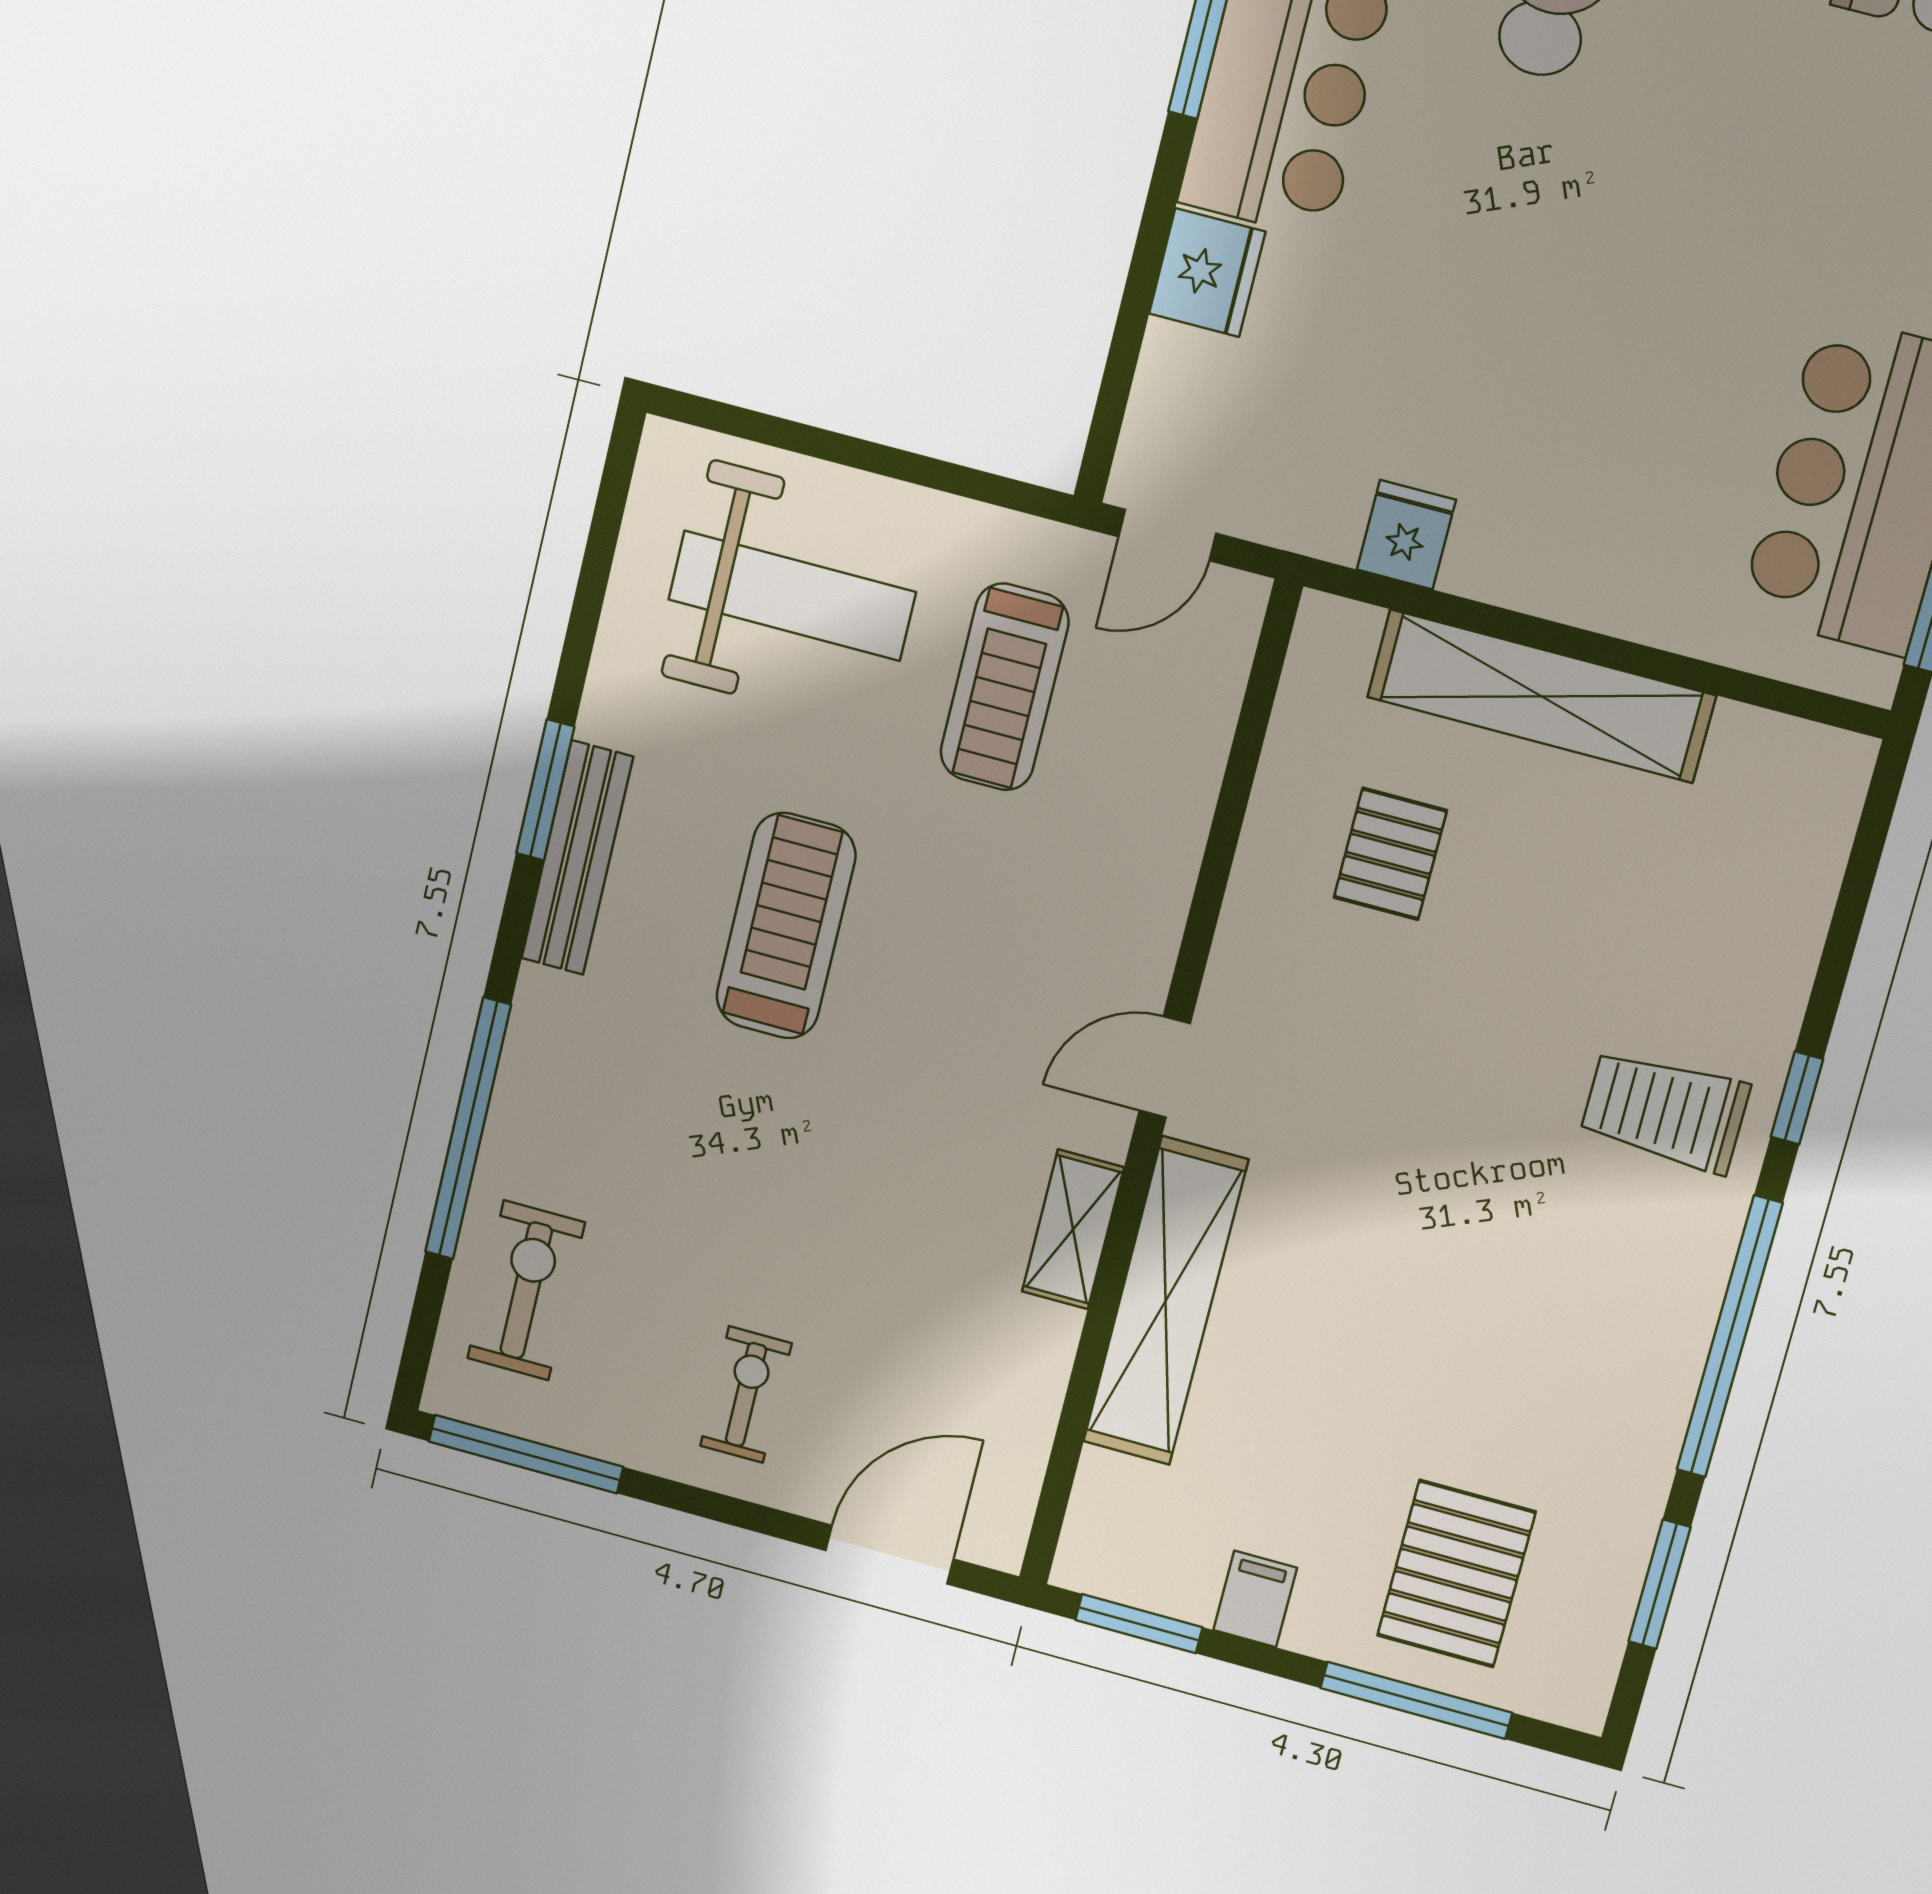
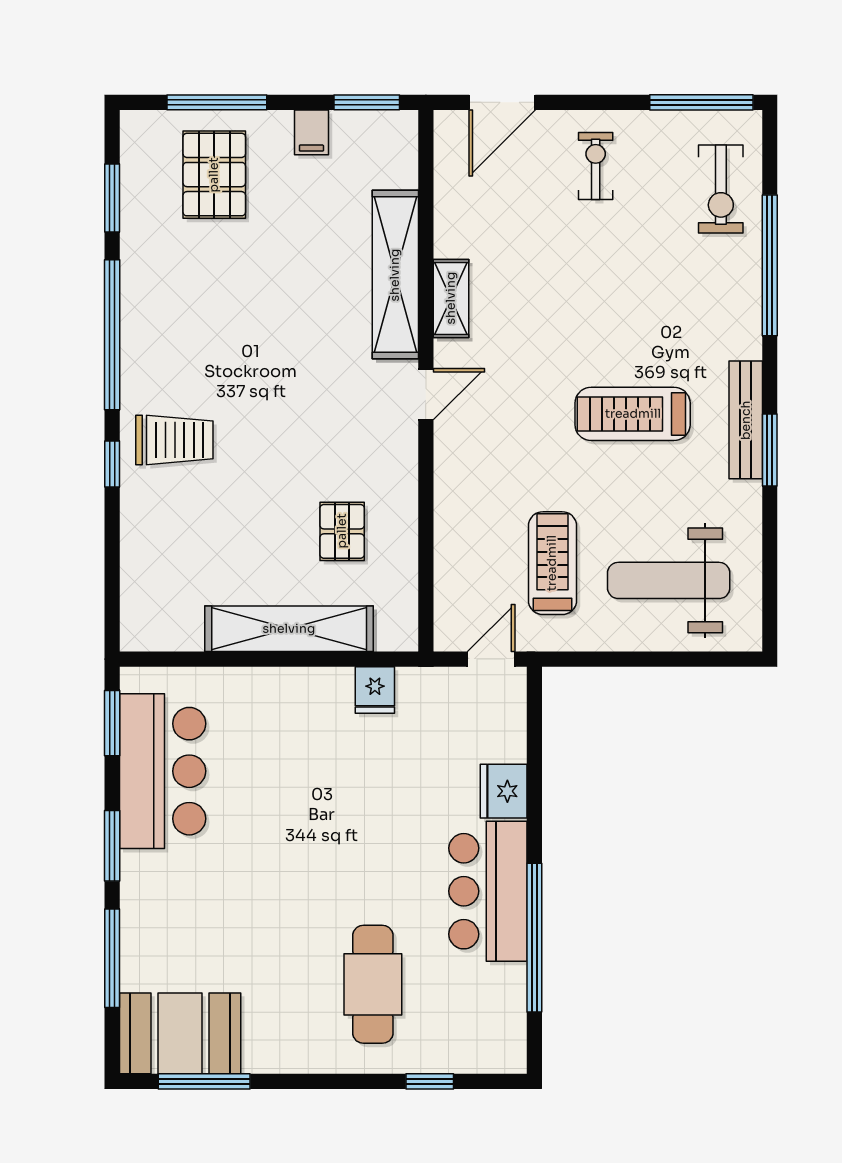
treadmill: (786, 926) -> (633, 414), turned 90
exercise bike: (746, 1395) -> (596, 166), turned 180

